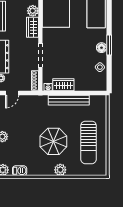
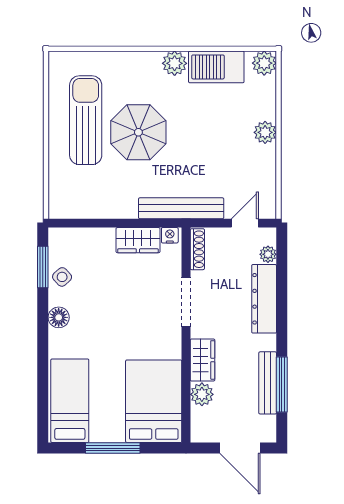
window: (109, 45) -> (43, 267), moved
bench: (69, 100) -> (181, 208), moved
parasol: (53, 141) -> (138, 132), moved
plant: (60, 170) -> (175, 63), moved
barbecue: (20, 171) -> (216, 67), width x1.88, depth x1.53

